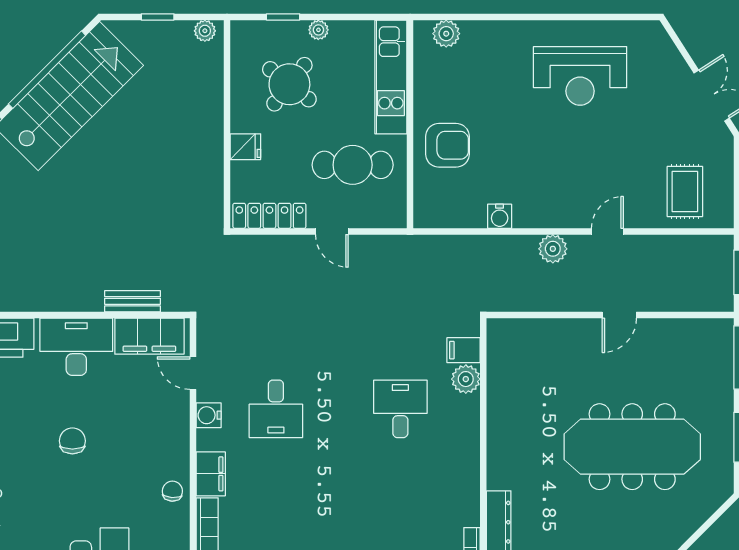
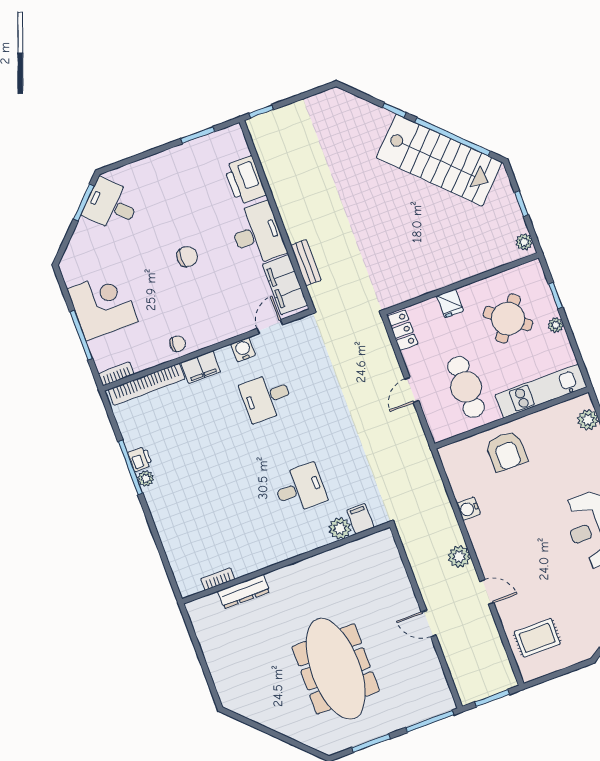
locker: (269, 216) -> (402, 330), width x0.66

